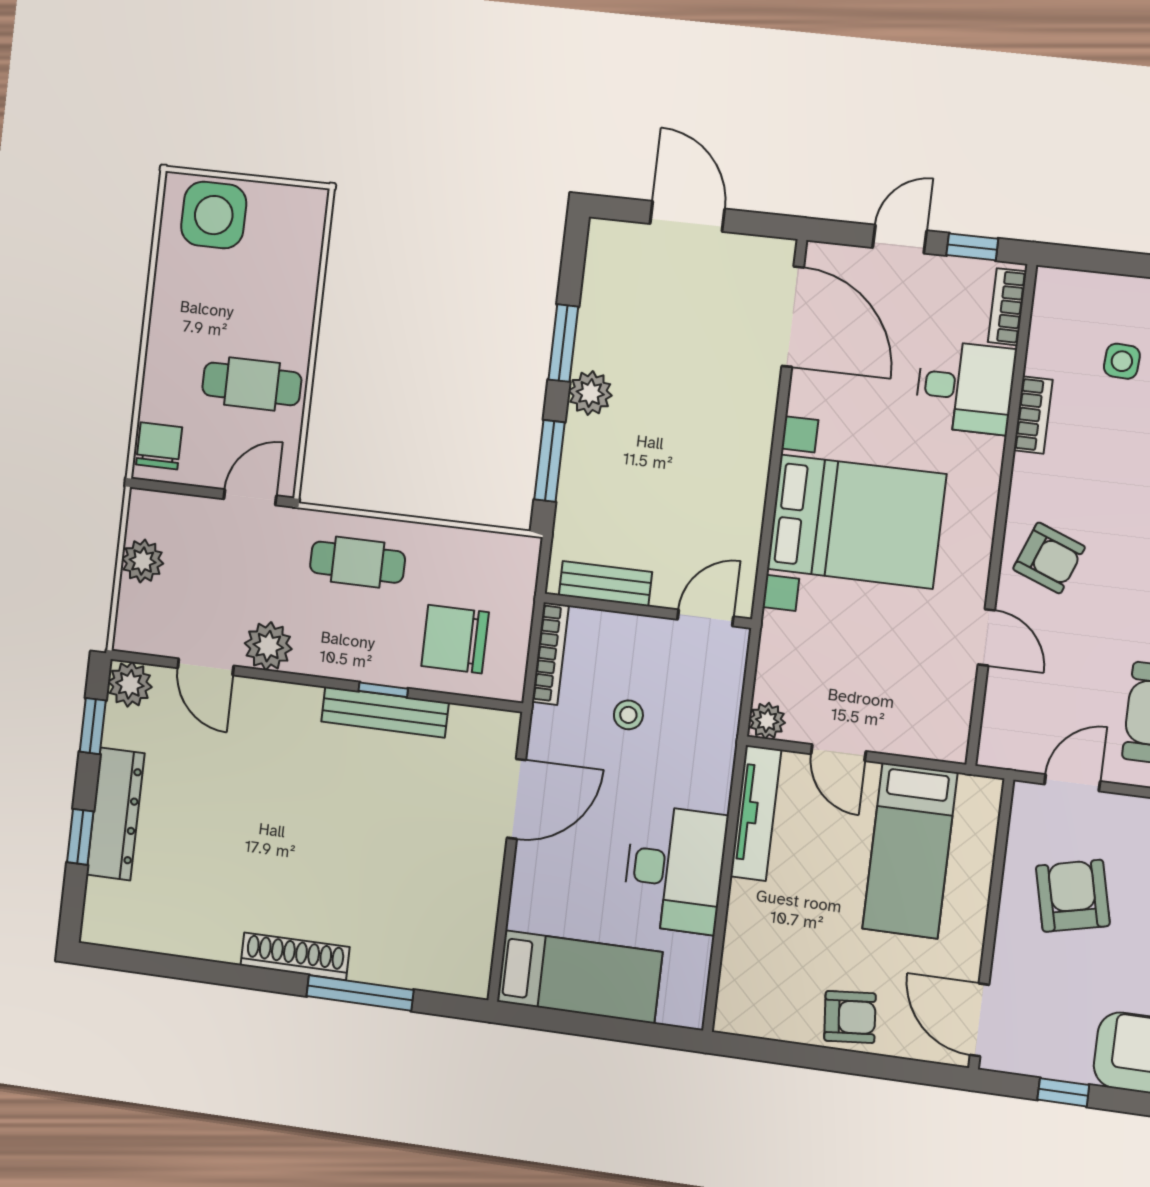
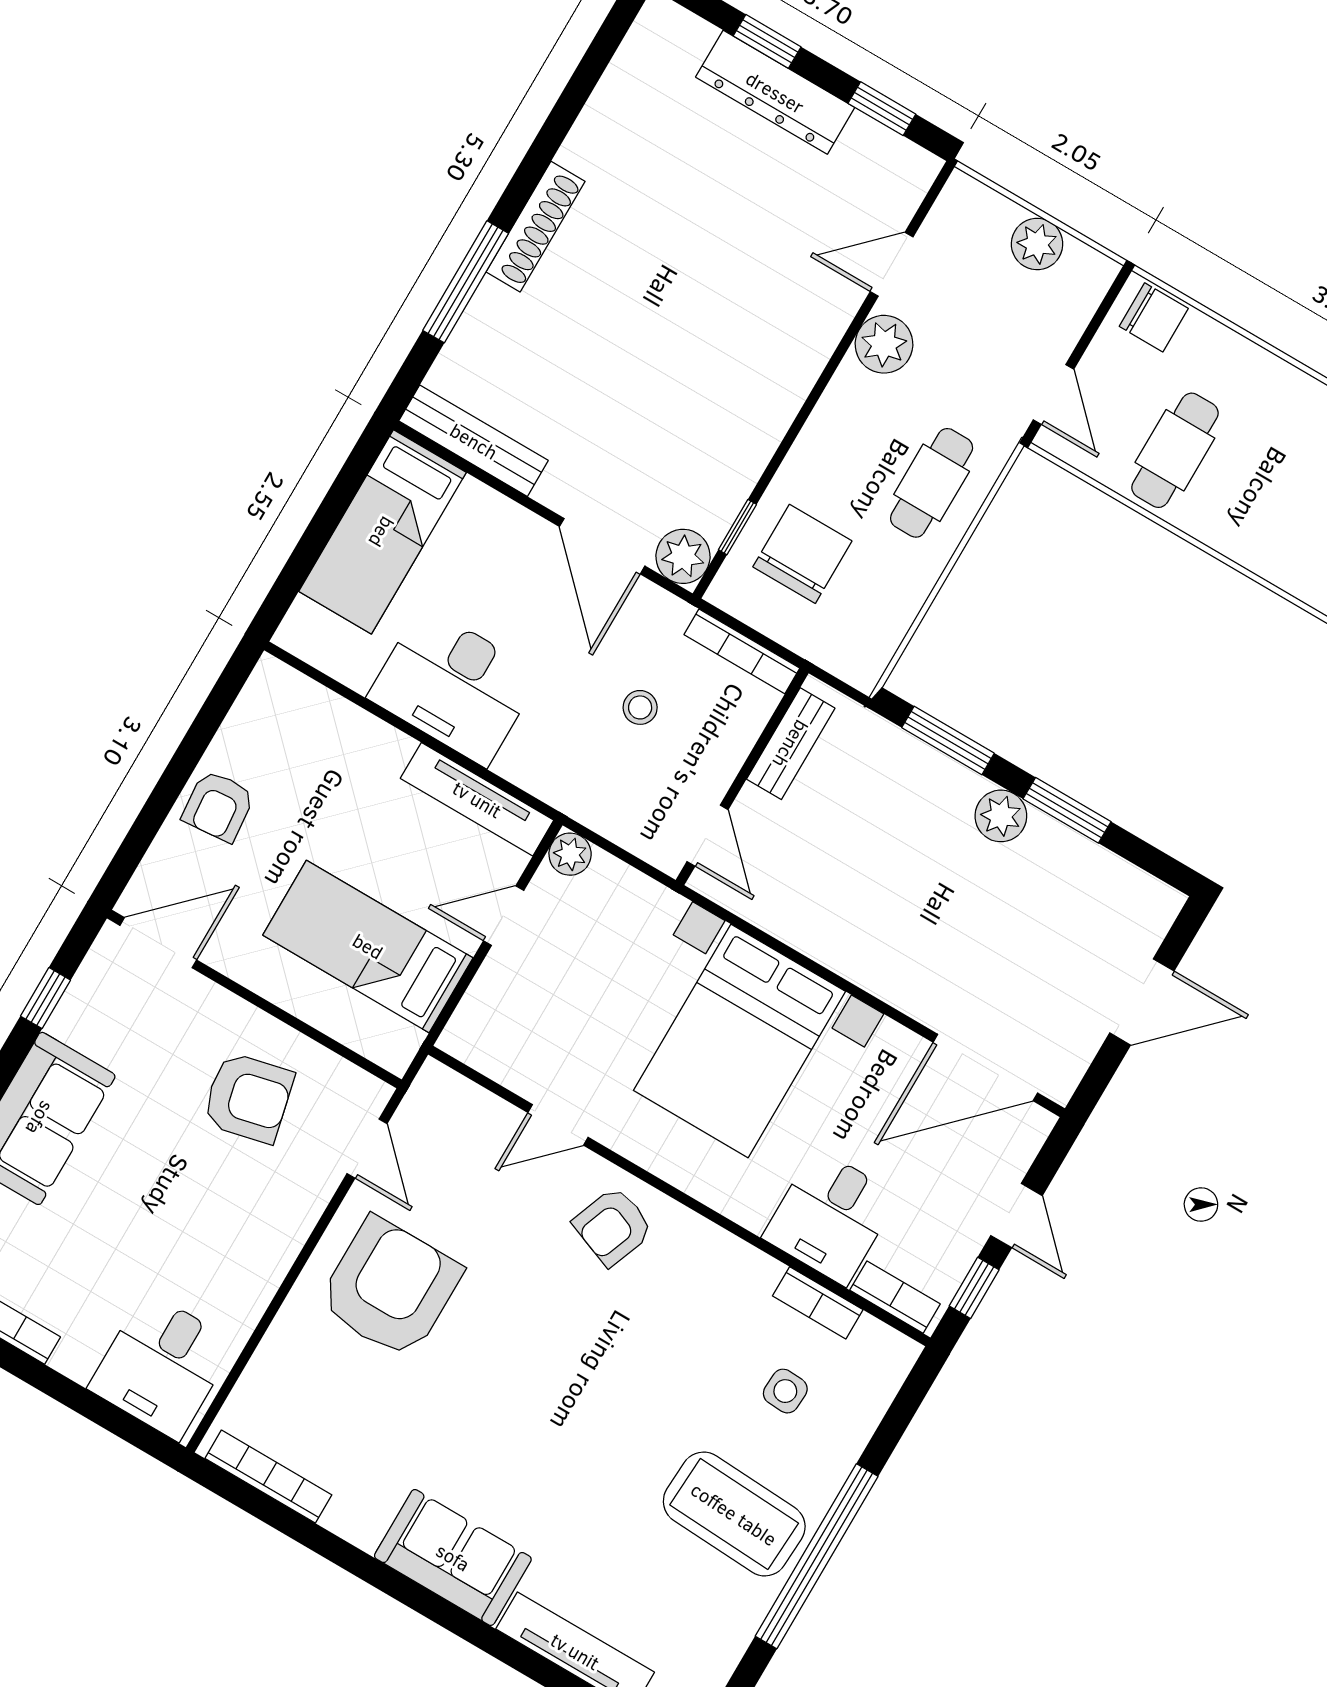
bookcase: (1033, 415) -> (818, 1303), moved
plant: (130, 684) -> (683, 556), moved
window: (383, 690) -> (737, 527), moved
bench: (385, 712) -> (474, 441), moved, turned 90

